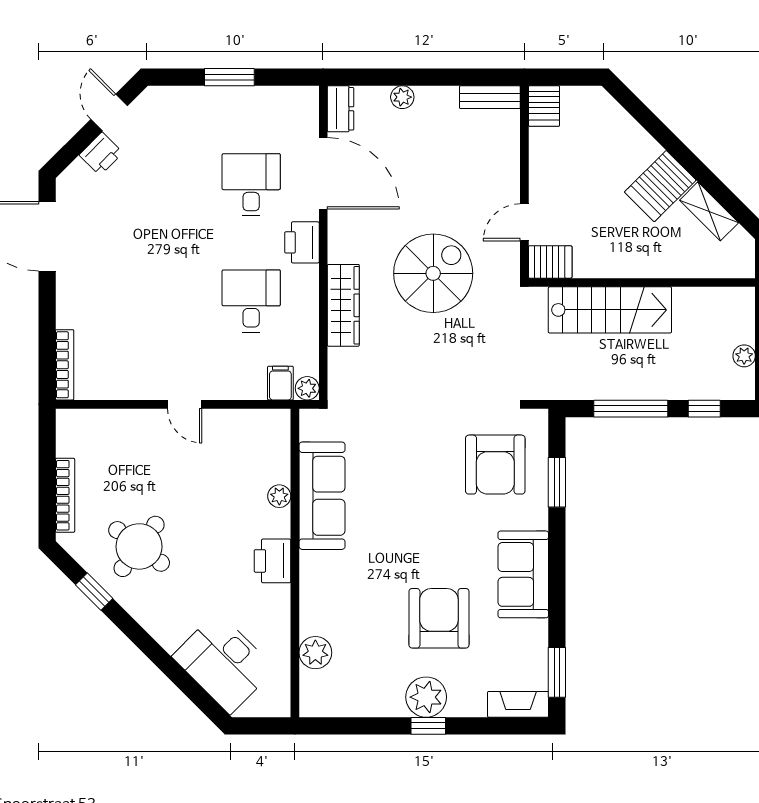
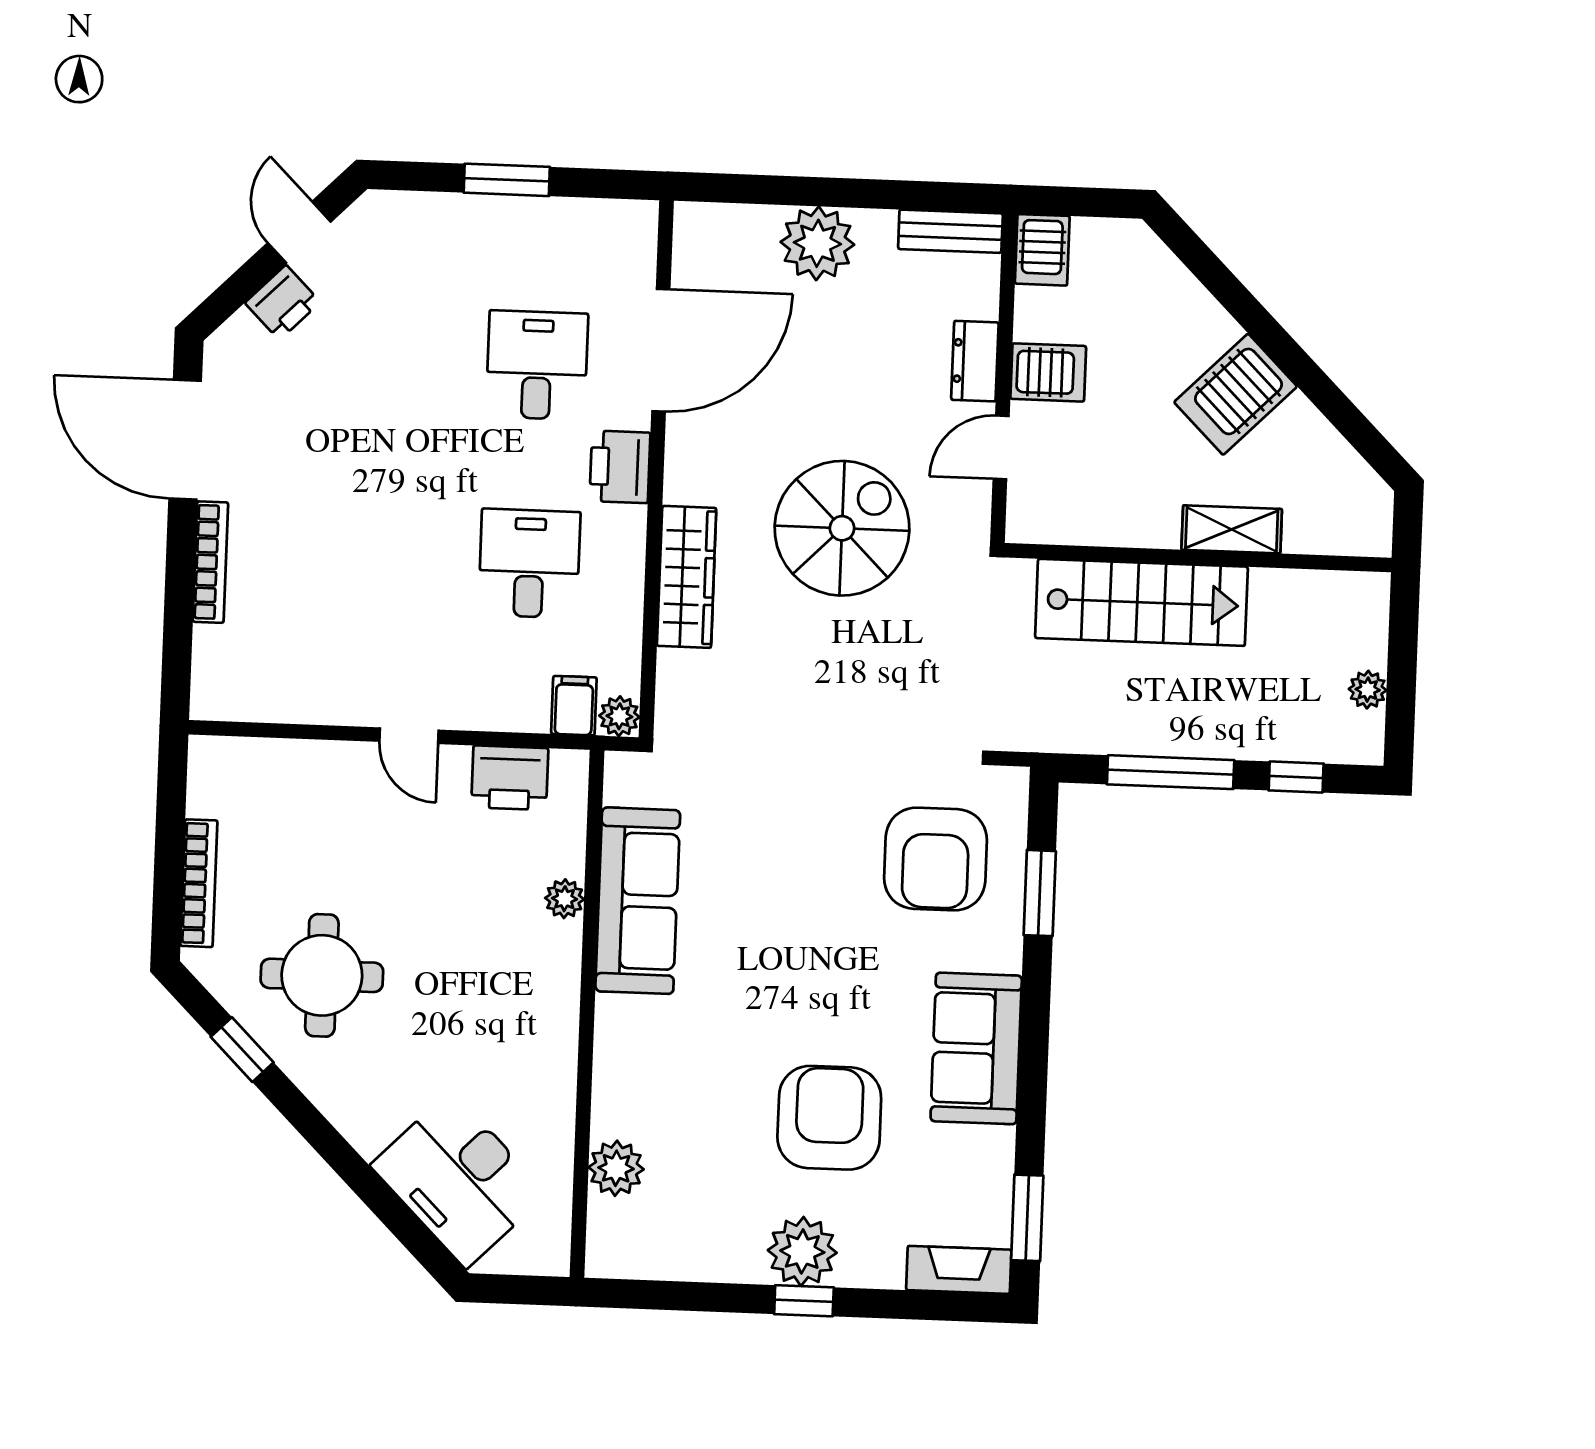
plant: (402, 97) -> (817, 243), width x1.88, depth x1.88
dresser: (341, 109) -> (975, 361), moved, turned 180
door: (323, 173) -> (661, 350), hinge flipped
shelving: (709, 211) -> (1232, 529), moved, turned -45
server rack: (550, 262) -> (1048, 372), moved
bookcase: (65, 365) -> (210, 562), moved
round table: (139, 546) -> (322, 975), turned -37
printer: (273, 561) -> (510, 778), moved, turned -90

